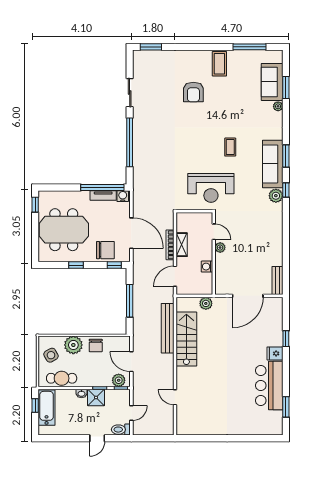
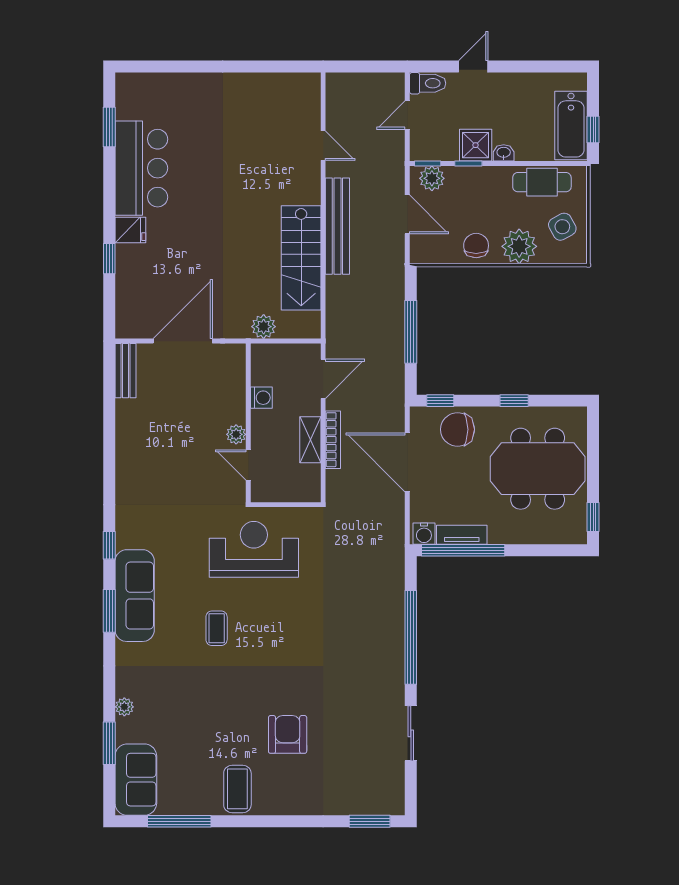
sofa: (272, 82) -> (136, 780), moved
plant: (276, 196) -> (129, 534), removed
bench: (168, 328) -> (337, 226), moved

